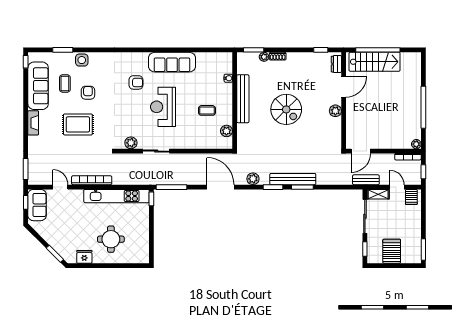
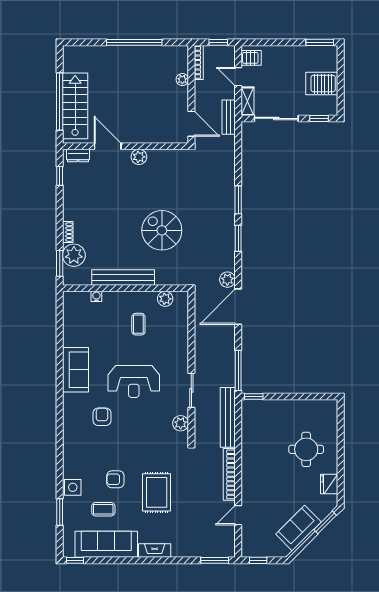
plant: (264, 57) -> (74, 255), width x1.87, depth x1.87
sofa: (172, 62) -> (76, 370), width x0.73
spiral stairs: (286, 109) -> (162, 230), moved, turned -90
plant: (416, 144) -> (182, 80), moved
plant: (253, 179) -> (227, 280), moved
bench: (293, 179) -> (228, 417), moved
door: (397, 187) -> (238, 77), hinge flipped
kitchen unit: (117, 196) -> (250, 442), removed
sofa: (37, 205) -> (298, 528), moved, turned -45

